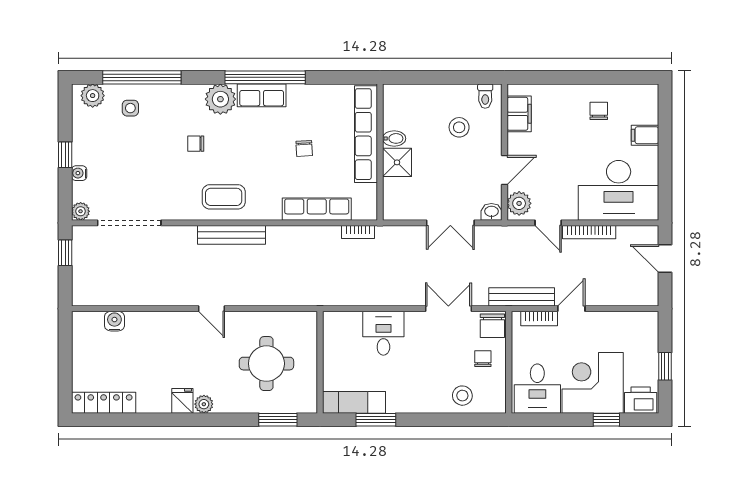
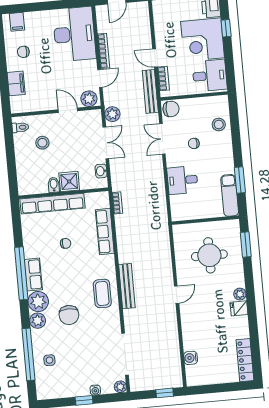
plant: (93, 96) -> (38, 321), moved
filing cabinet: (519, 114) -> (16, 83), moved, turned 90
filing cabinet: (645, 135) -> (17, 22), moved
chair: (196, 144) -> (69, 315), width x1.87, depth x1.87
washbasin: (491, 212) -> (101, 171), moved
plant: (493, 237) -> (112, 114), added
window: (65, 253) -> (165, 393), moved
chair: (483, 359) -> (194, 143), moved

